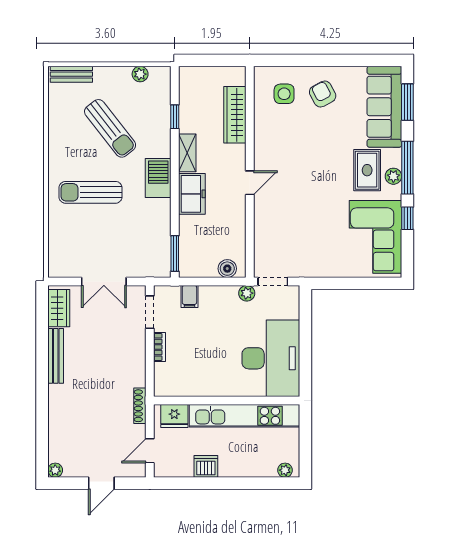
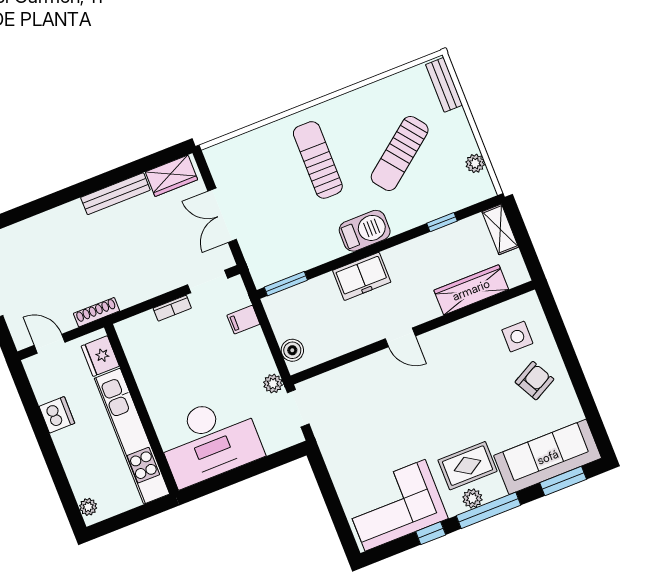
shelving: (187, 153) -> (500, 229), moved, turned 90

